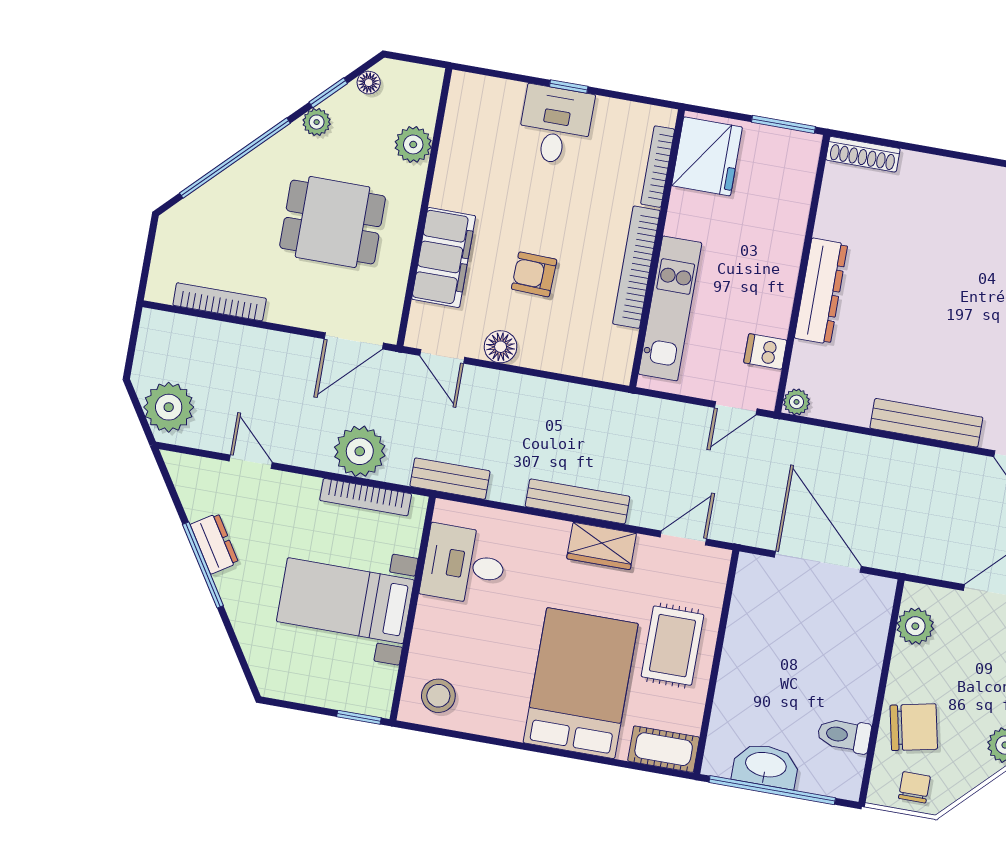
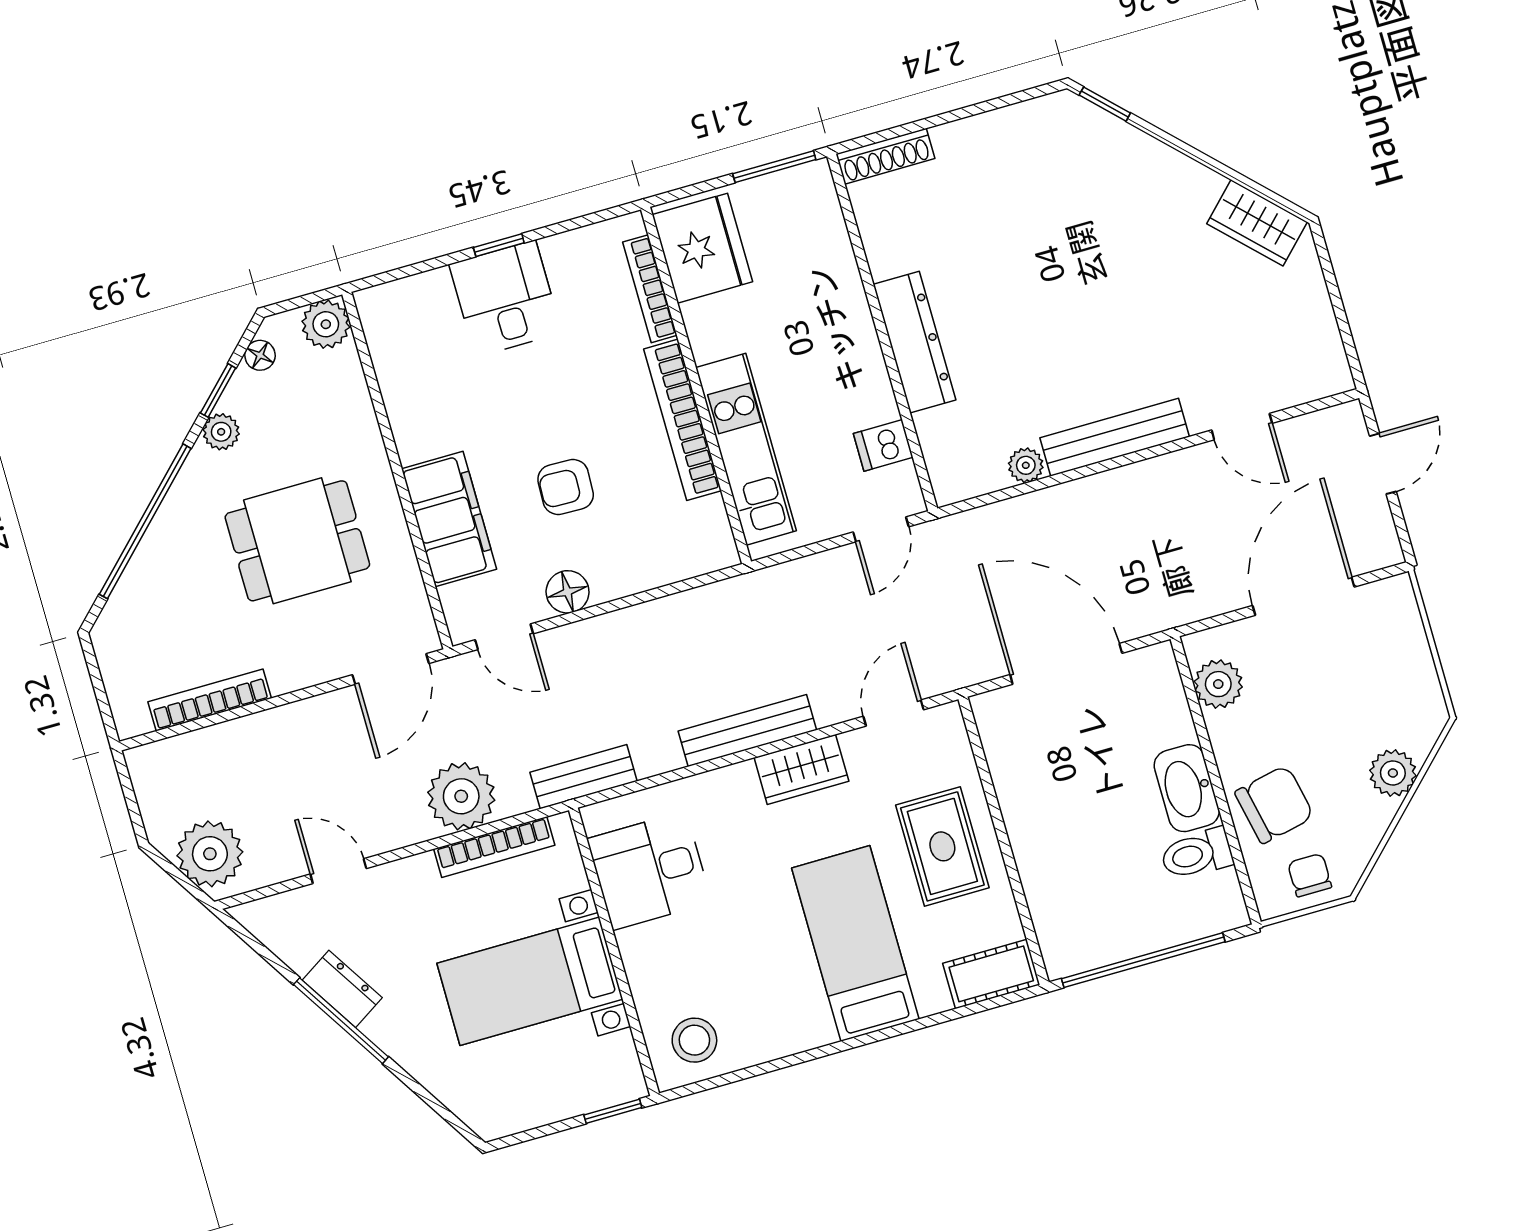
plant: (413, 144) -> (326, 324), moved
plant: (797, 402) -> (1026, 465), moved
bed: (581, 683) -> (855, 944), width x0.67
washbasin: (766, 766) -> (1187, 788), moved, turned -90

